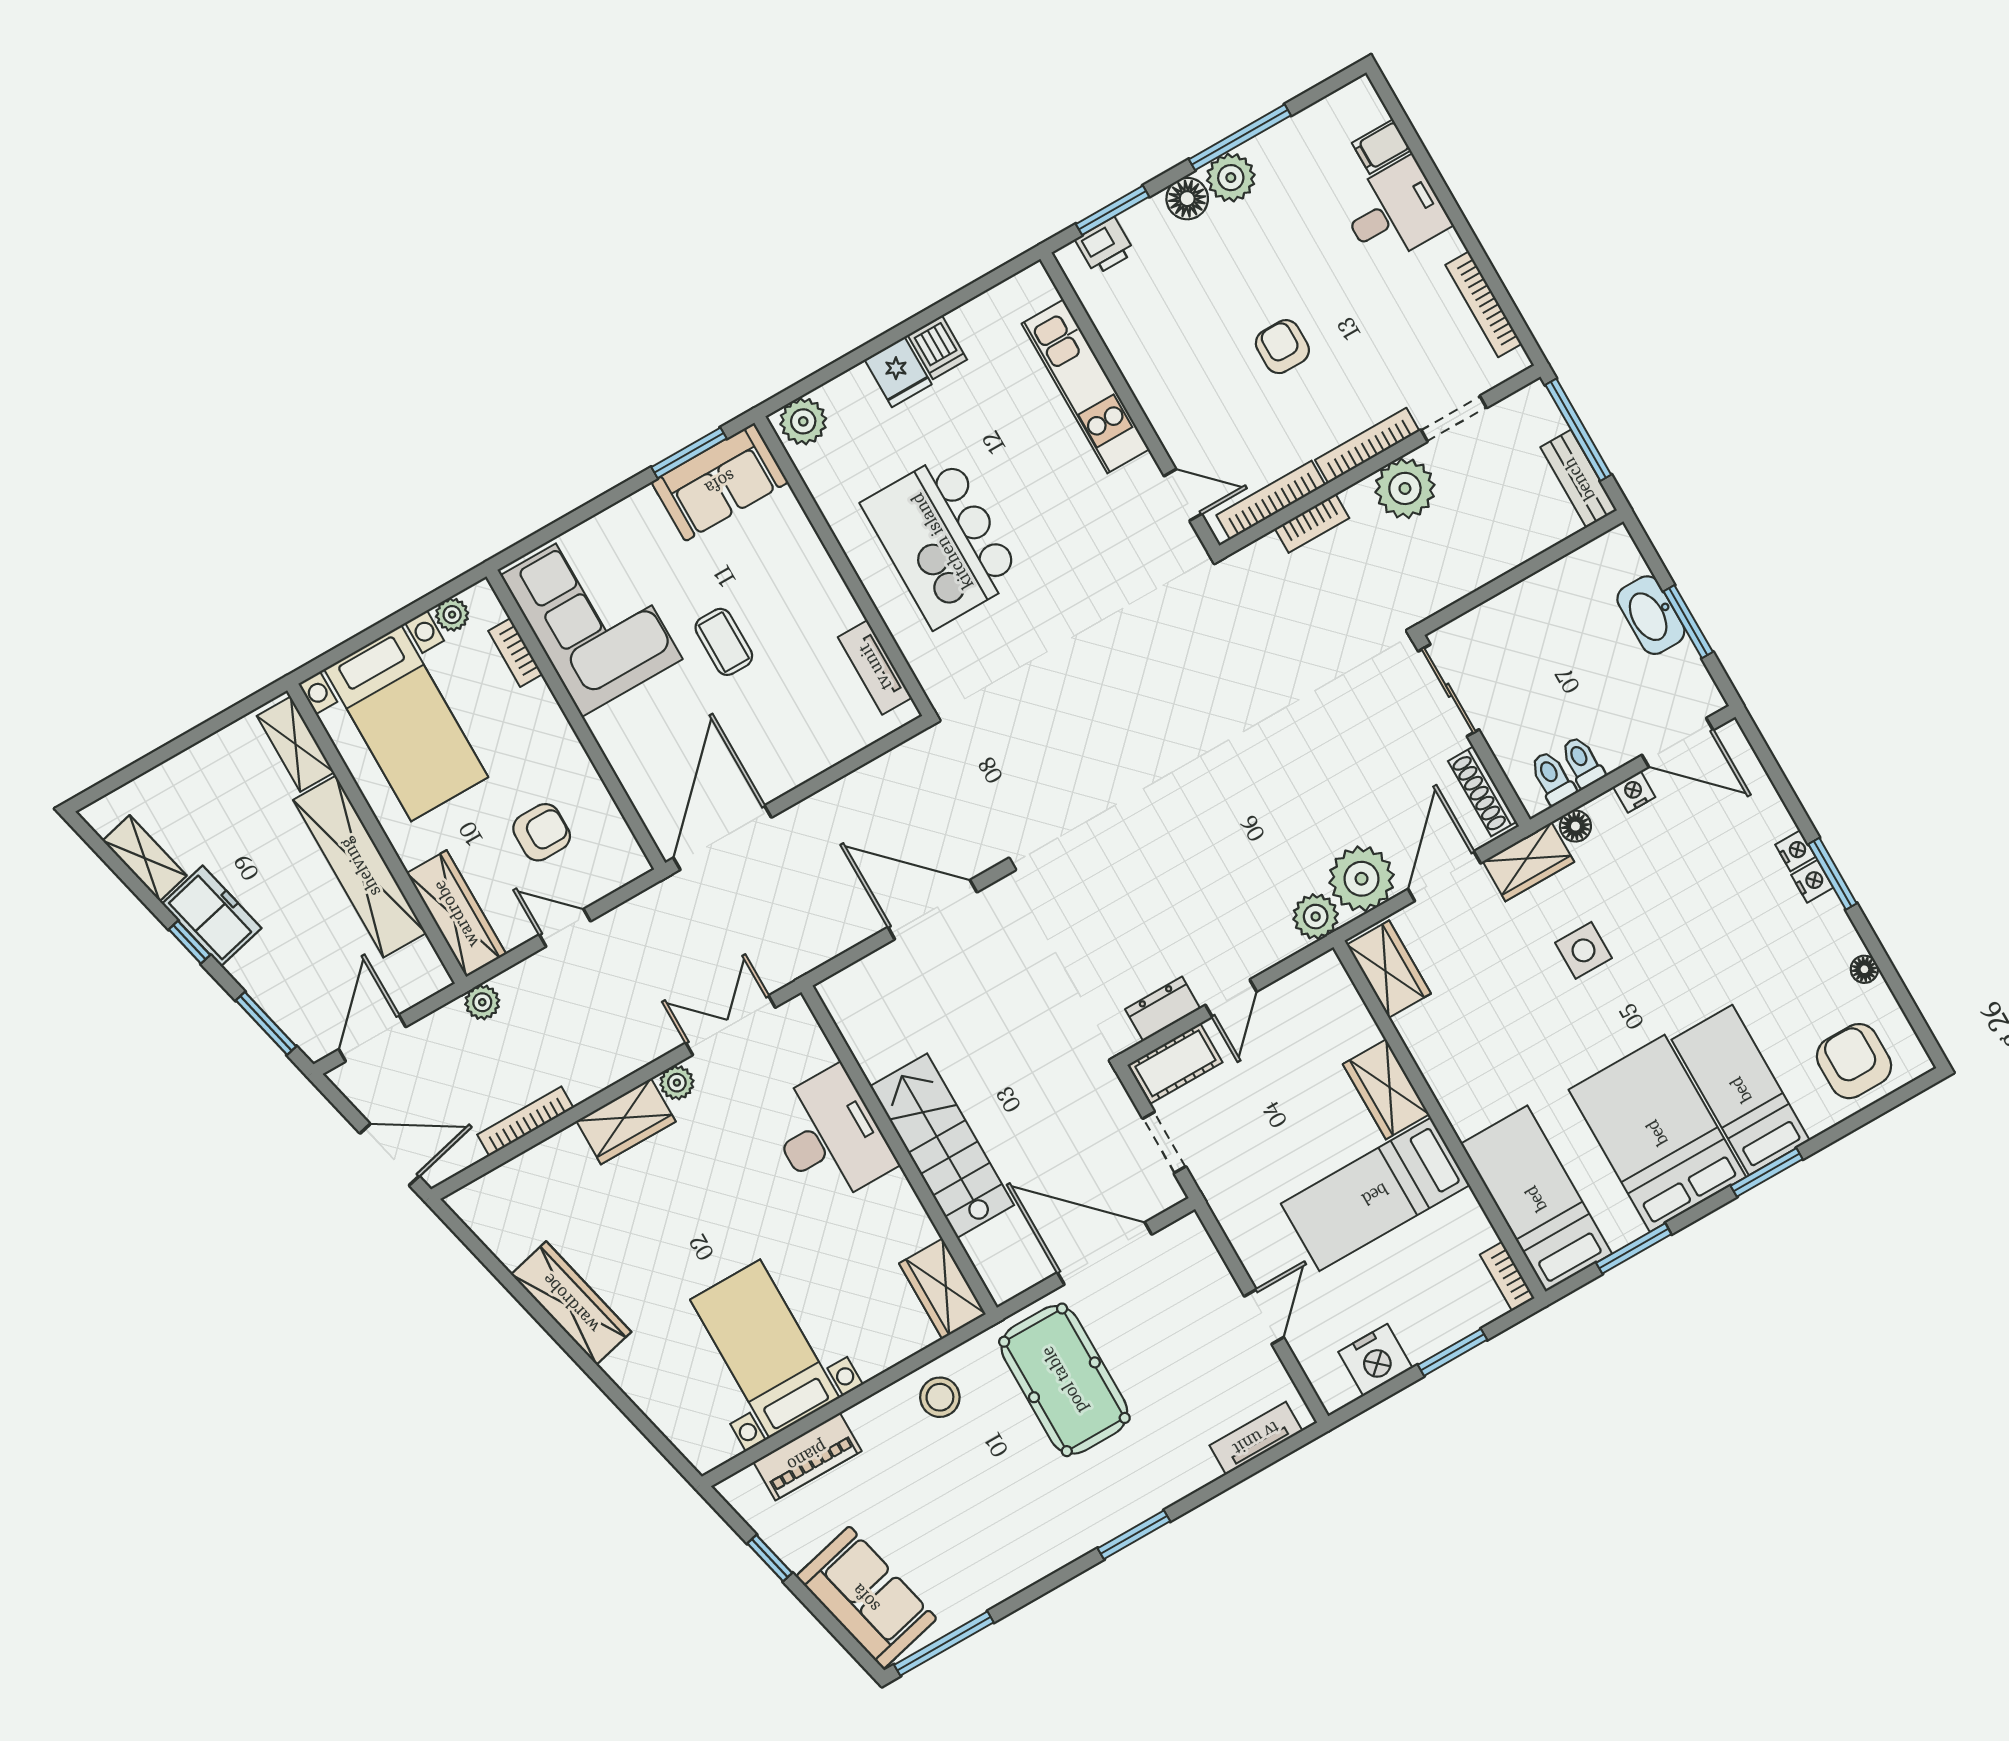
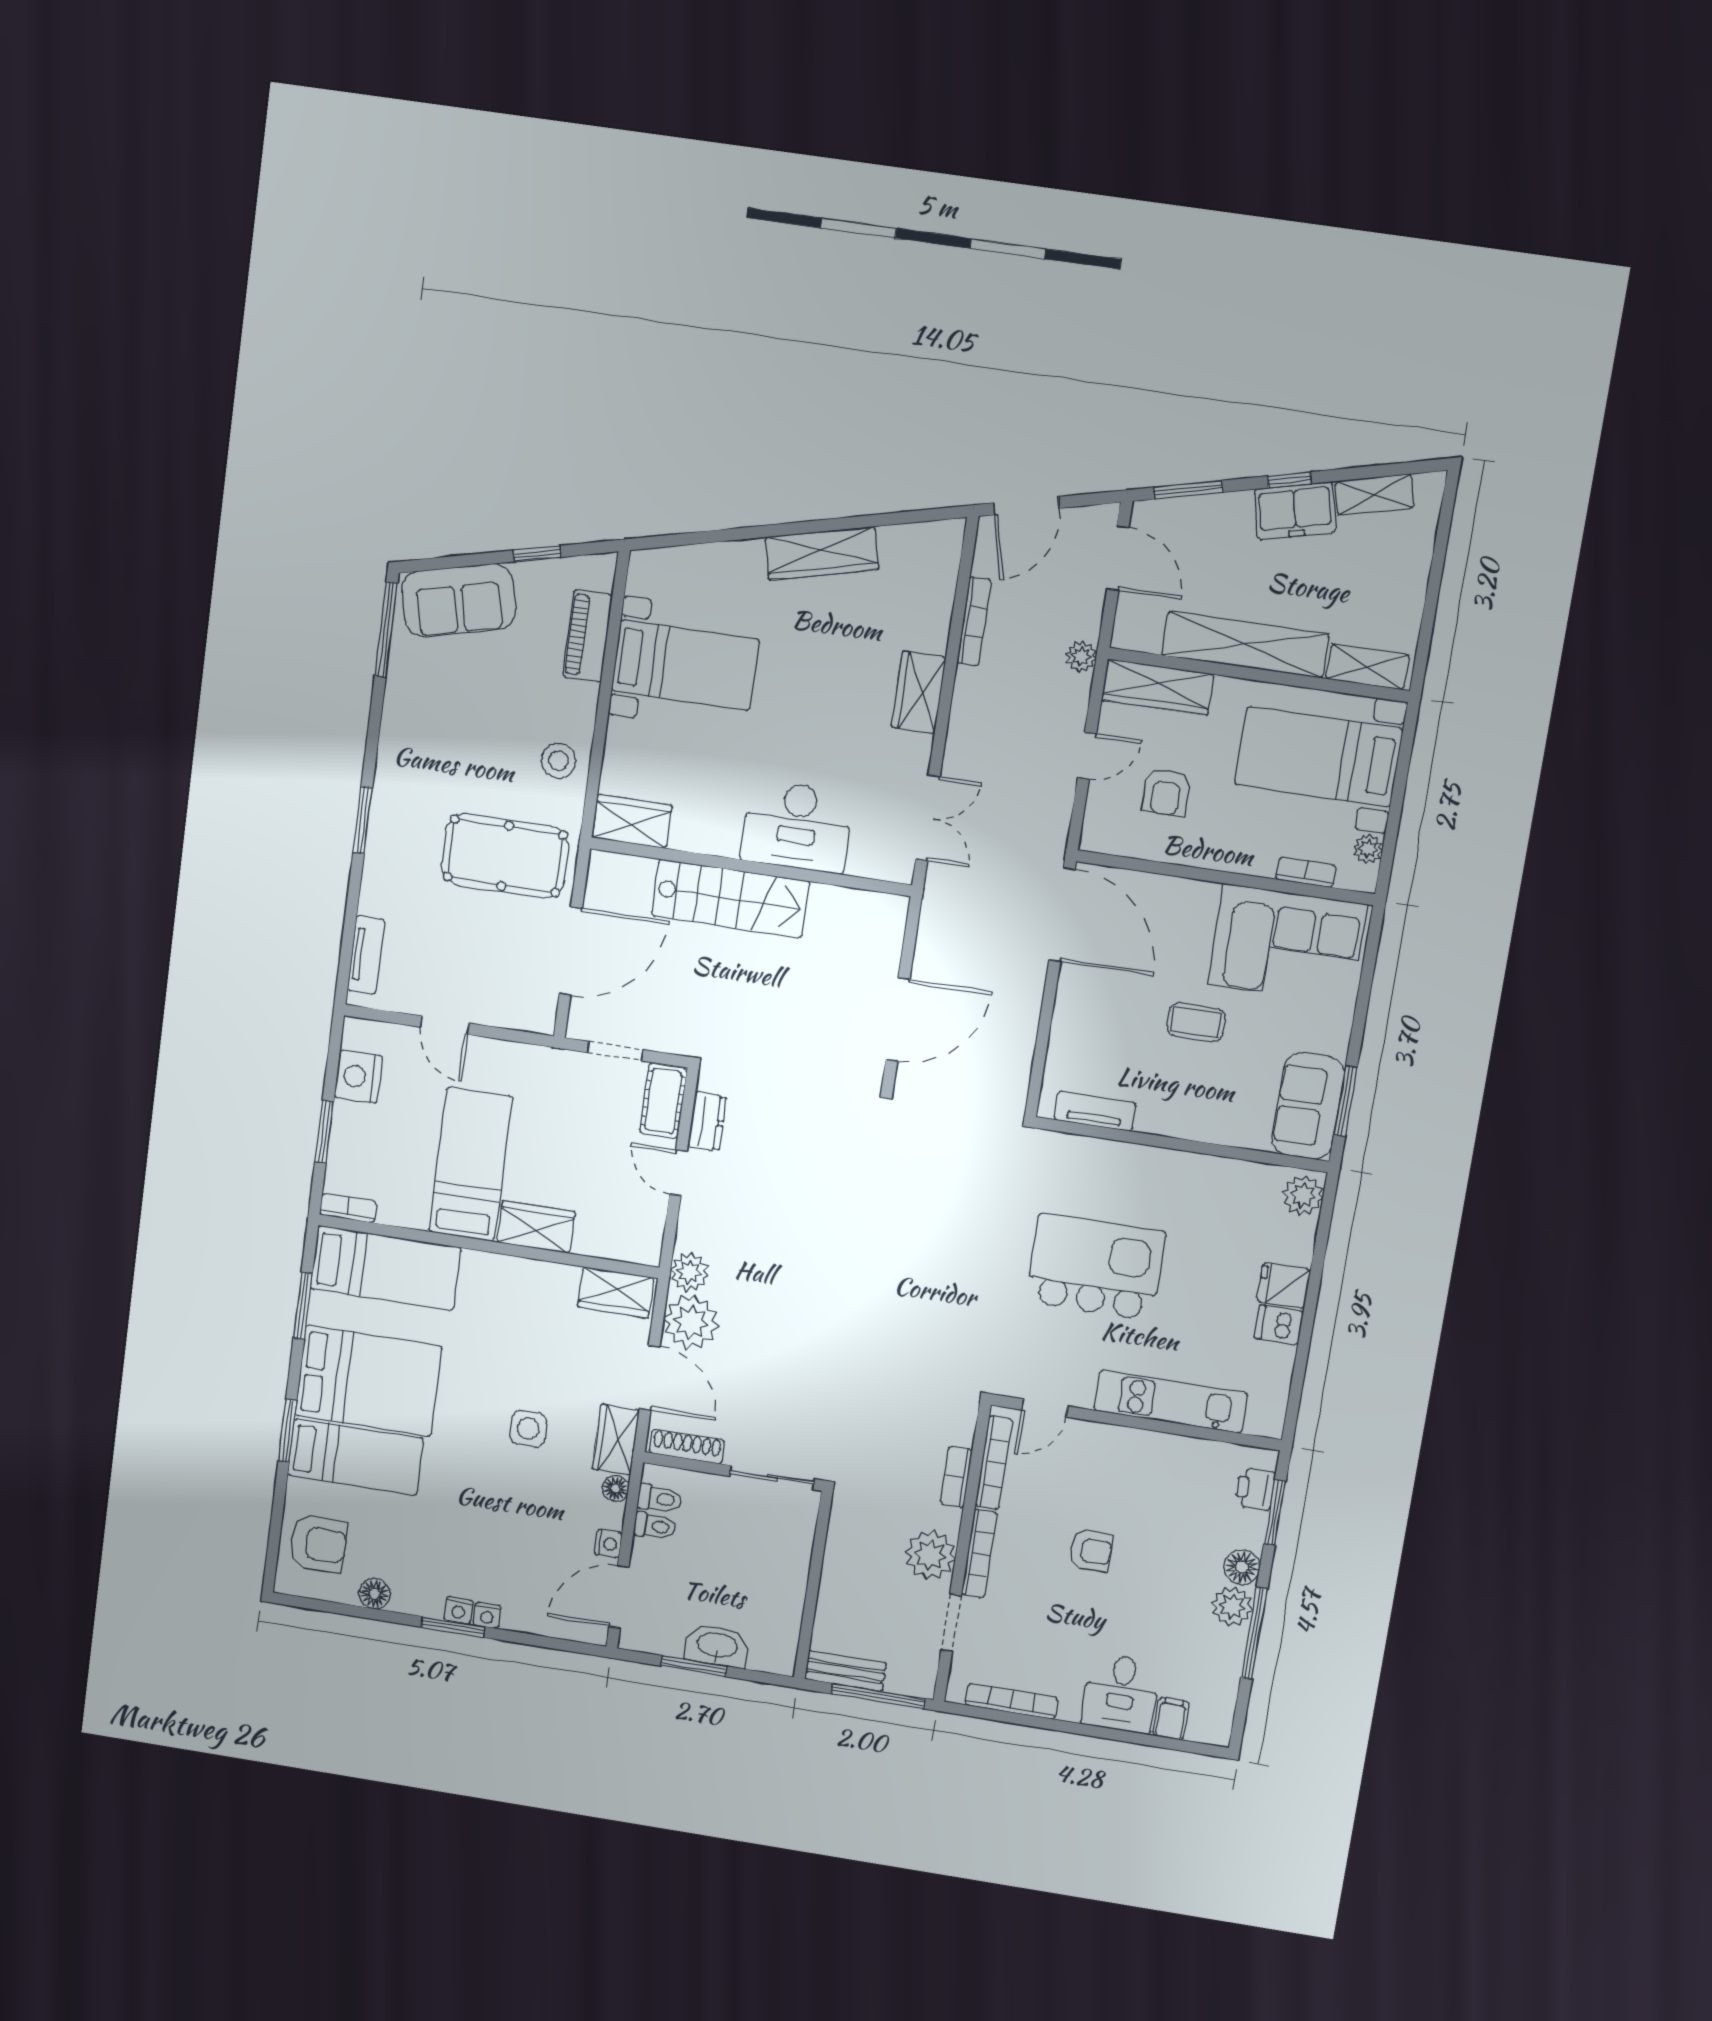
kitchen island: (942, 541) -> (1095, 1267), moved
floor lamp: (1864, 969) -> (374, 1594), width x1.37, depth x1.37
plant: (677, 1083) -> (917, 749), removed

